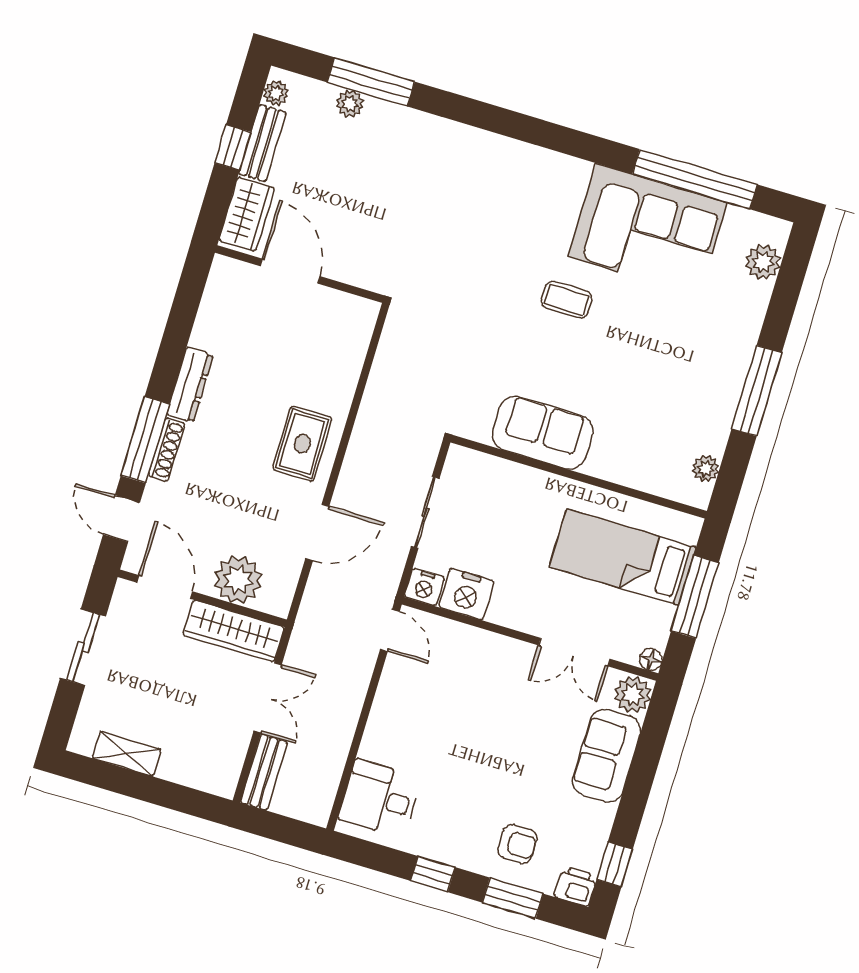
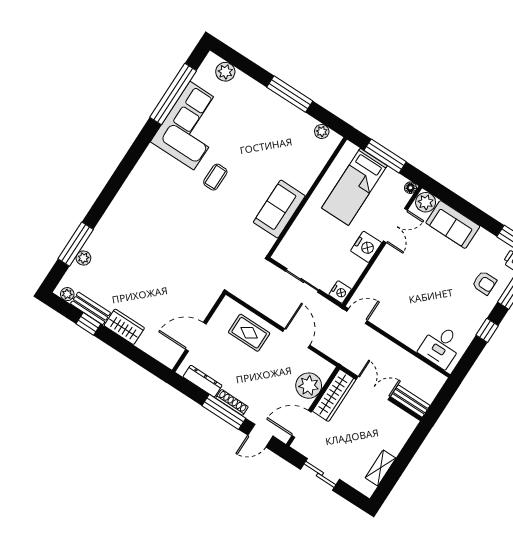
door: (290, 271) -> (196, 337), moved
wall: (300, 274) -> (199, 332), moved
nightstand: (466, 594) -> (366, 247), moved
armchair: (517, 844) -> (484, 283), turned 90

